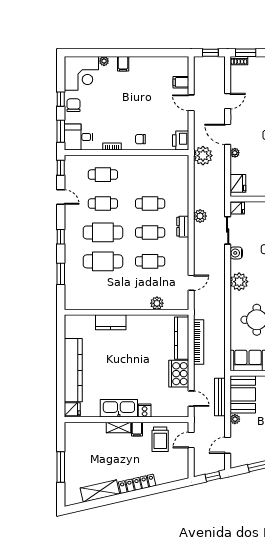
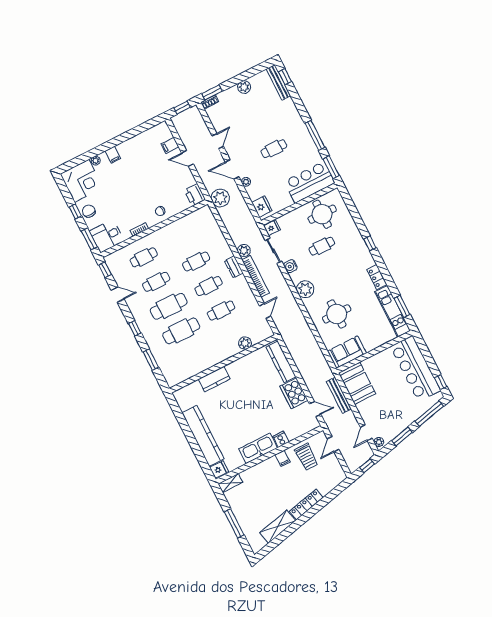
bookcase: (199, 342) -> (256, 276), moved
plant: (235, 419) -> (379, 442), moved
shelving: (119, 427) -> (230, 483), moved

